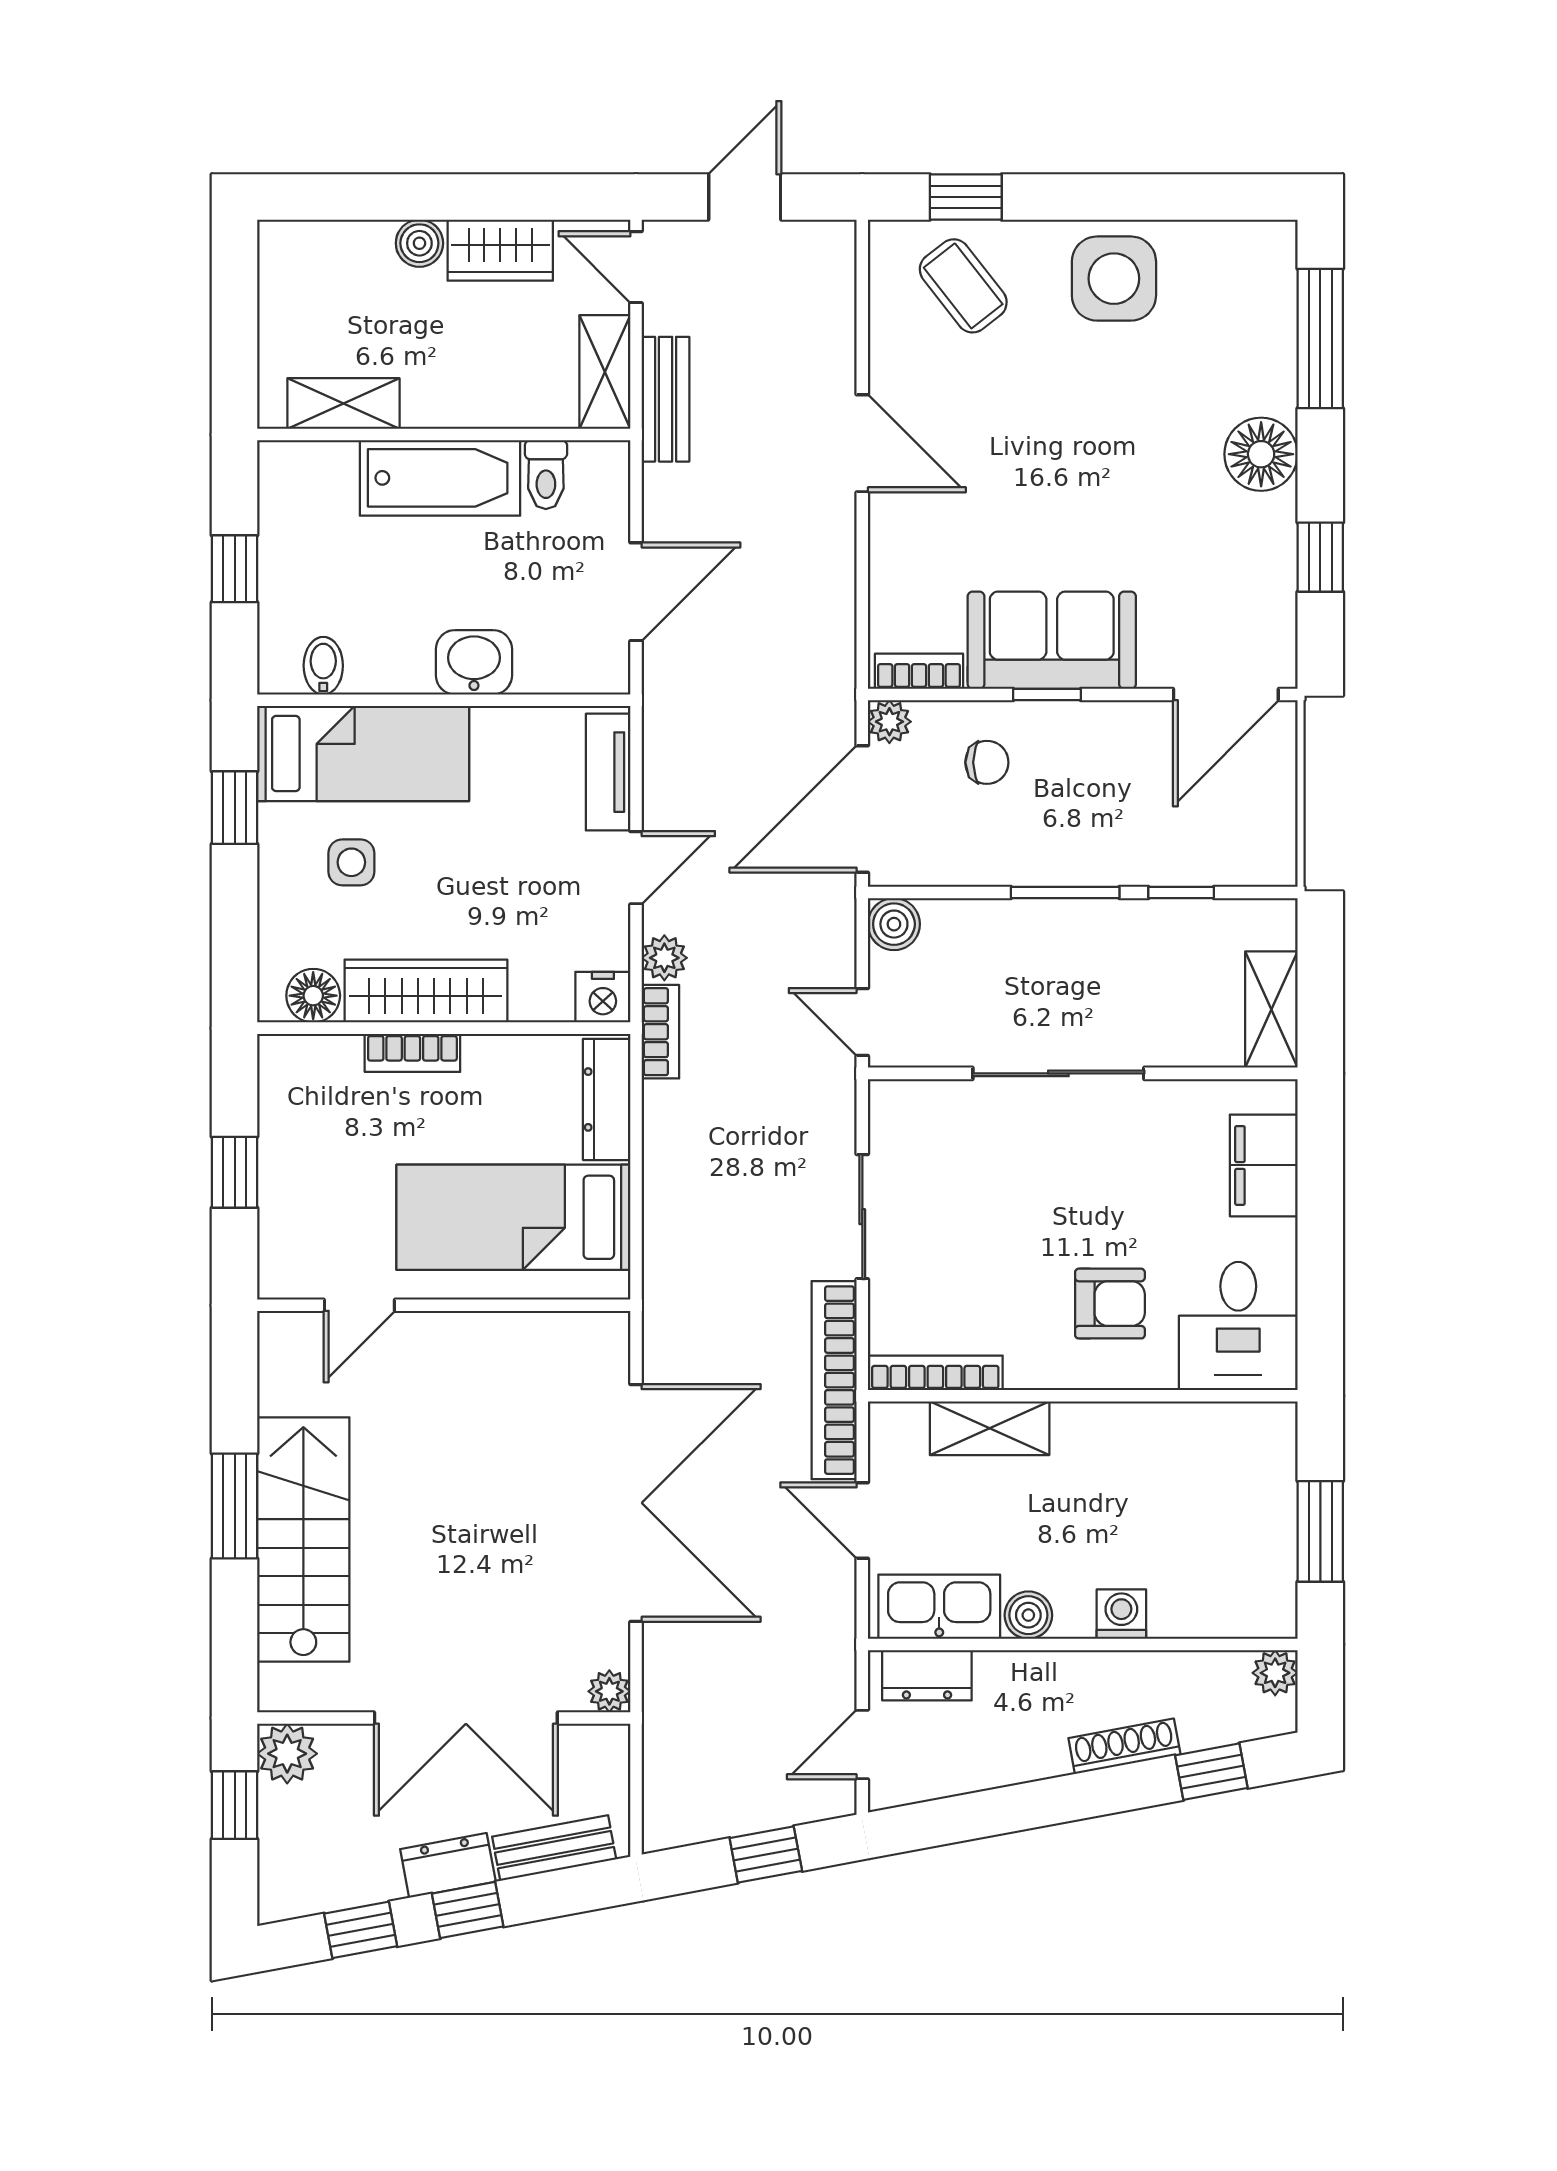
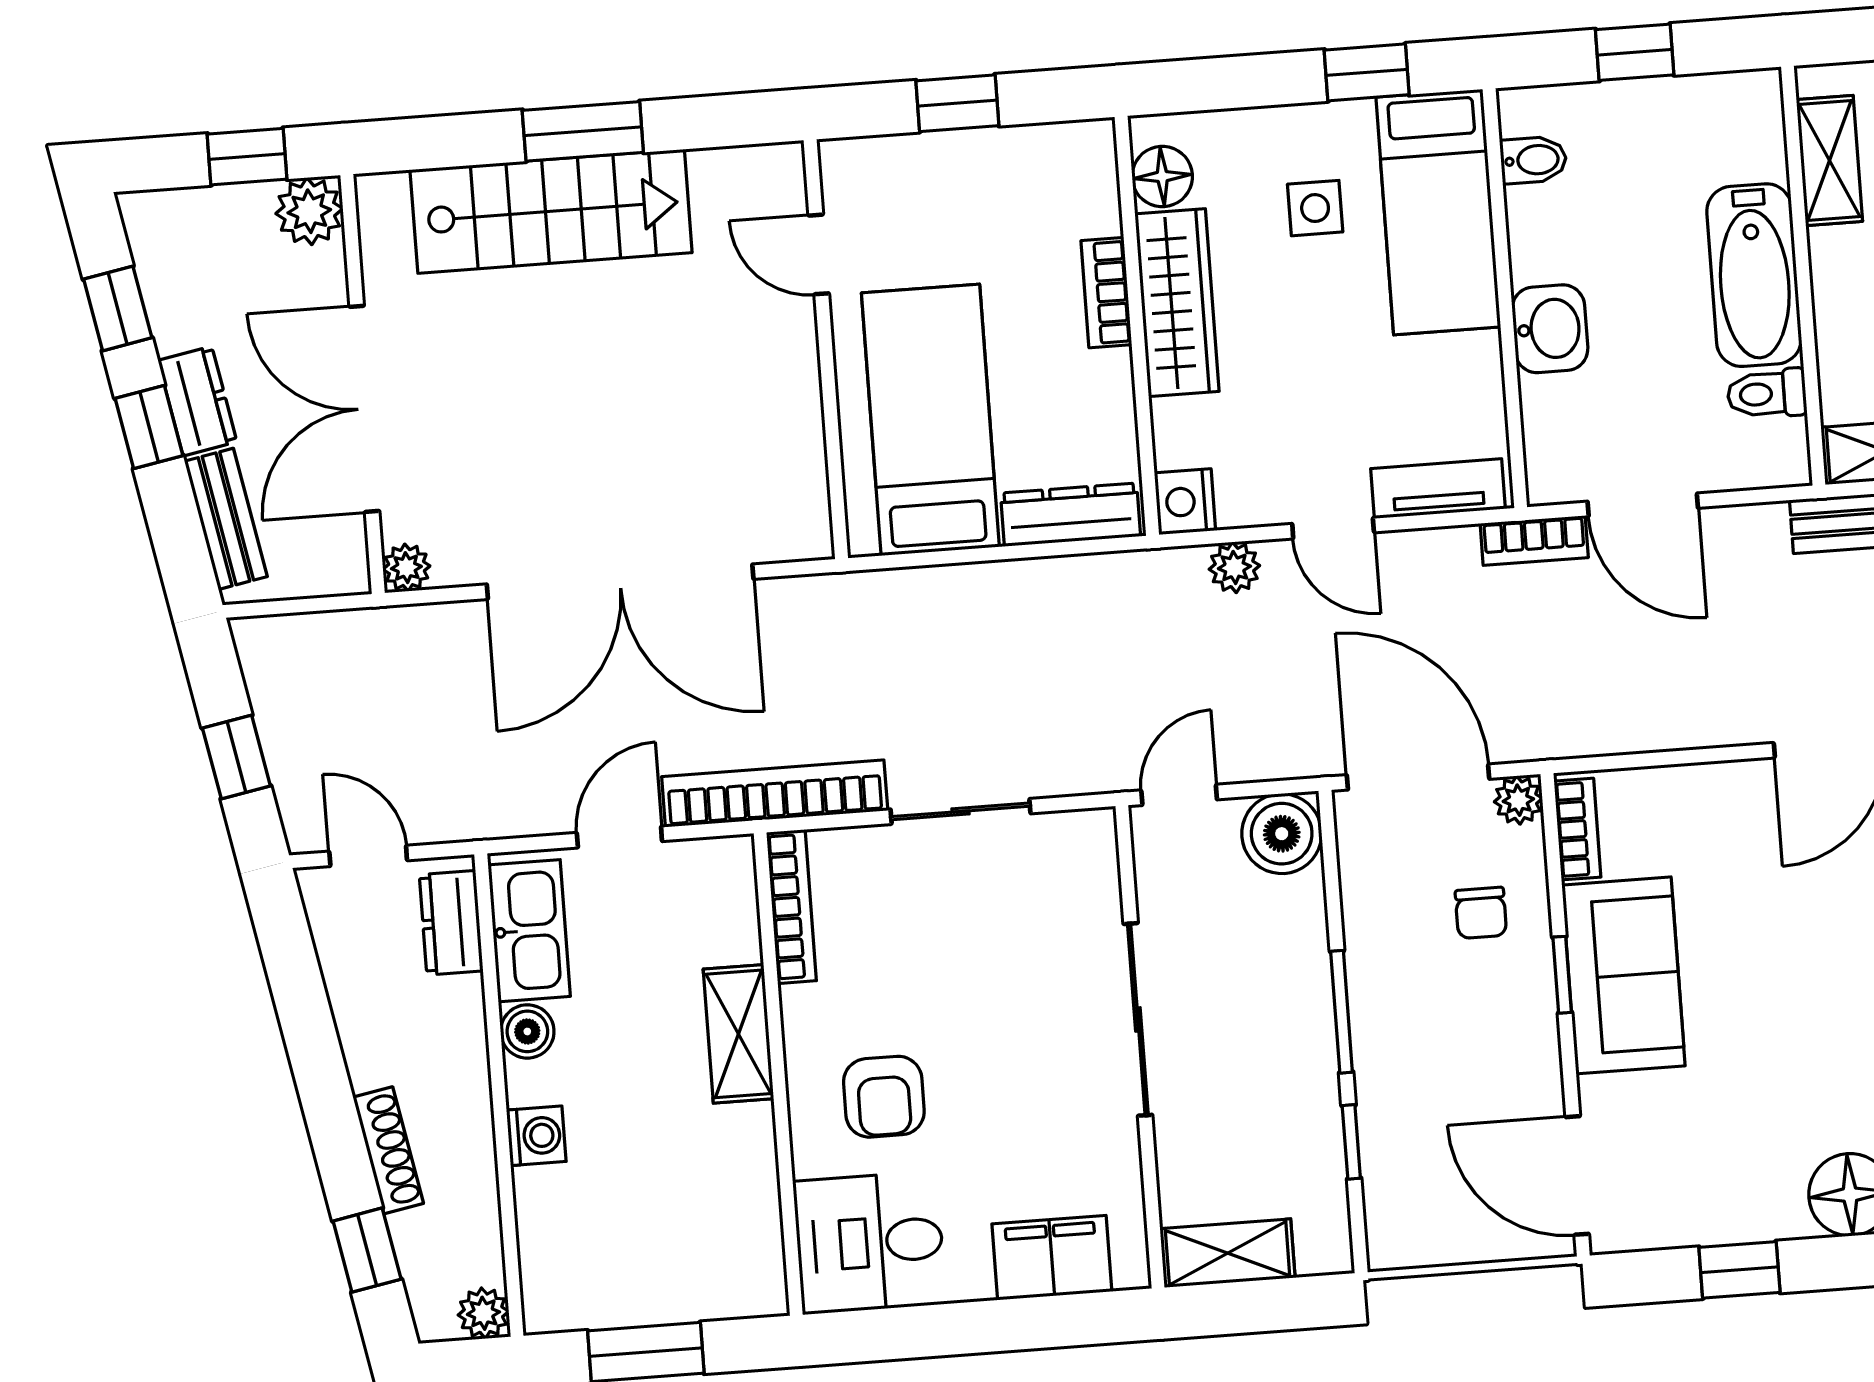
boiler: (894, 924) -> (1282, 834), width x1.36, depth x1.36
bookcase: (660, 1032) -> (1534, 540), moved
shelving: (990, 1428) -> (738, 1034), moved

